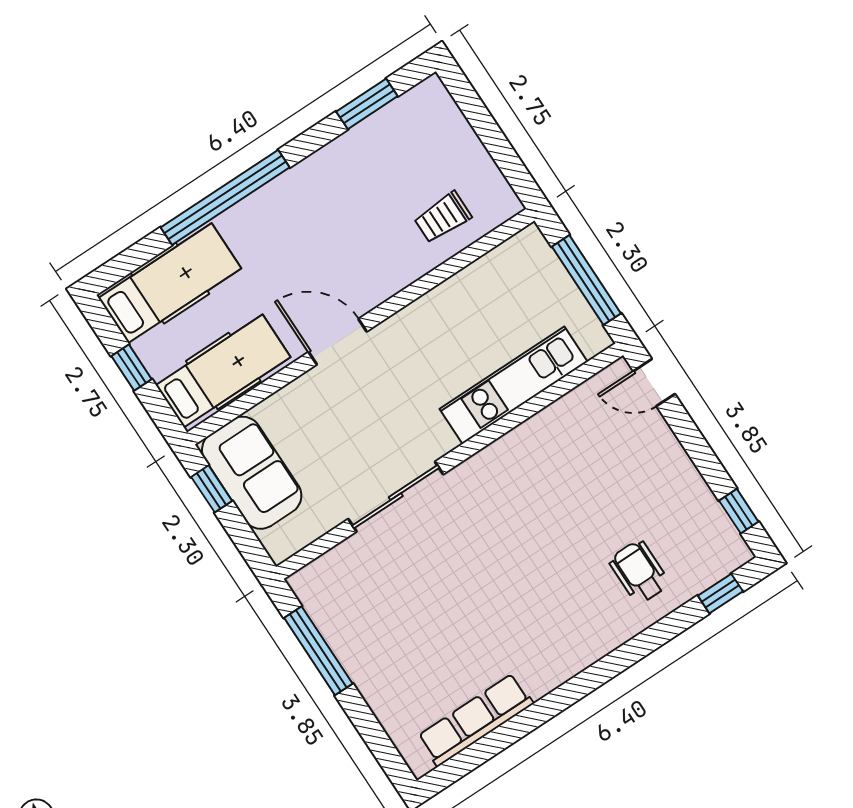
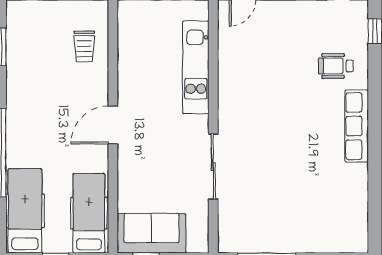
door: (338, 342) -> (113, 125), moved
row of seats: (475, 720) -> (357, 126), moved

